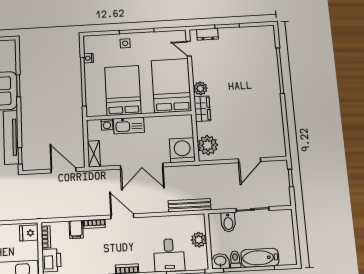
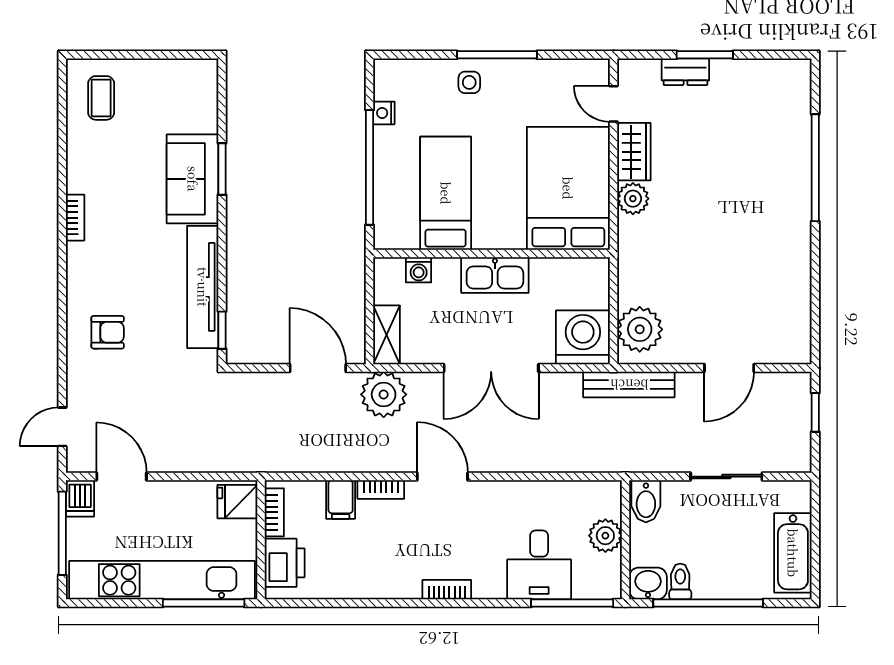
dresser: (207, 34) -> (685, 72), moved
bed: (123, 90) -> (446, 193), width x0.67
wardrobe: (202, 109) -> (634, 152), moved
kitchen sink: (129, 126) -> (495, 275), moved
plant: (94, 181) -> (384, 394), added
bench: (189, 205) -> (629, 385), moved
bidet: (228, 222) -> (646, 501), moved
bathtub: (260, 258) -> (793, 553), moved, turned -90

